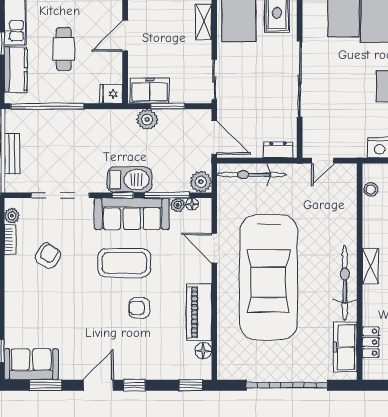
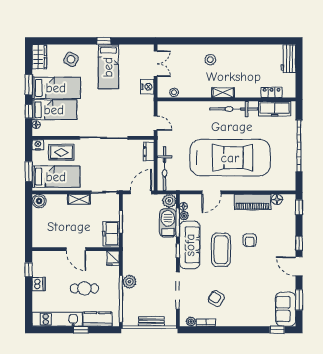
shelving: (204, 22) -> (79, 199), moved
plant: (147, 119) -> (129, 282), moved
barbecue: (129, 180) -> (168, 223), moved

